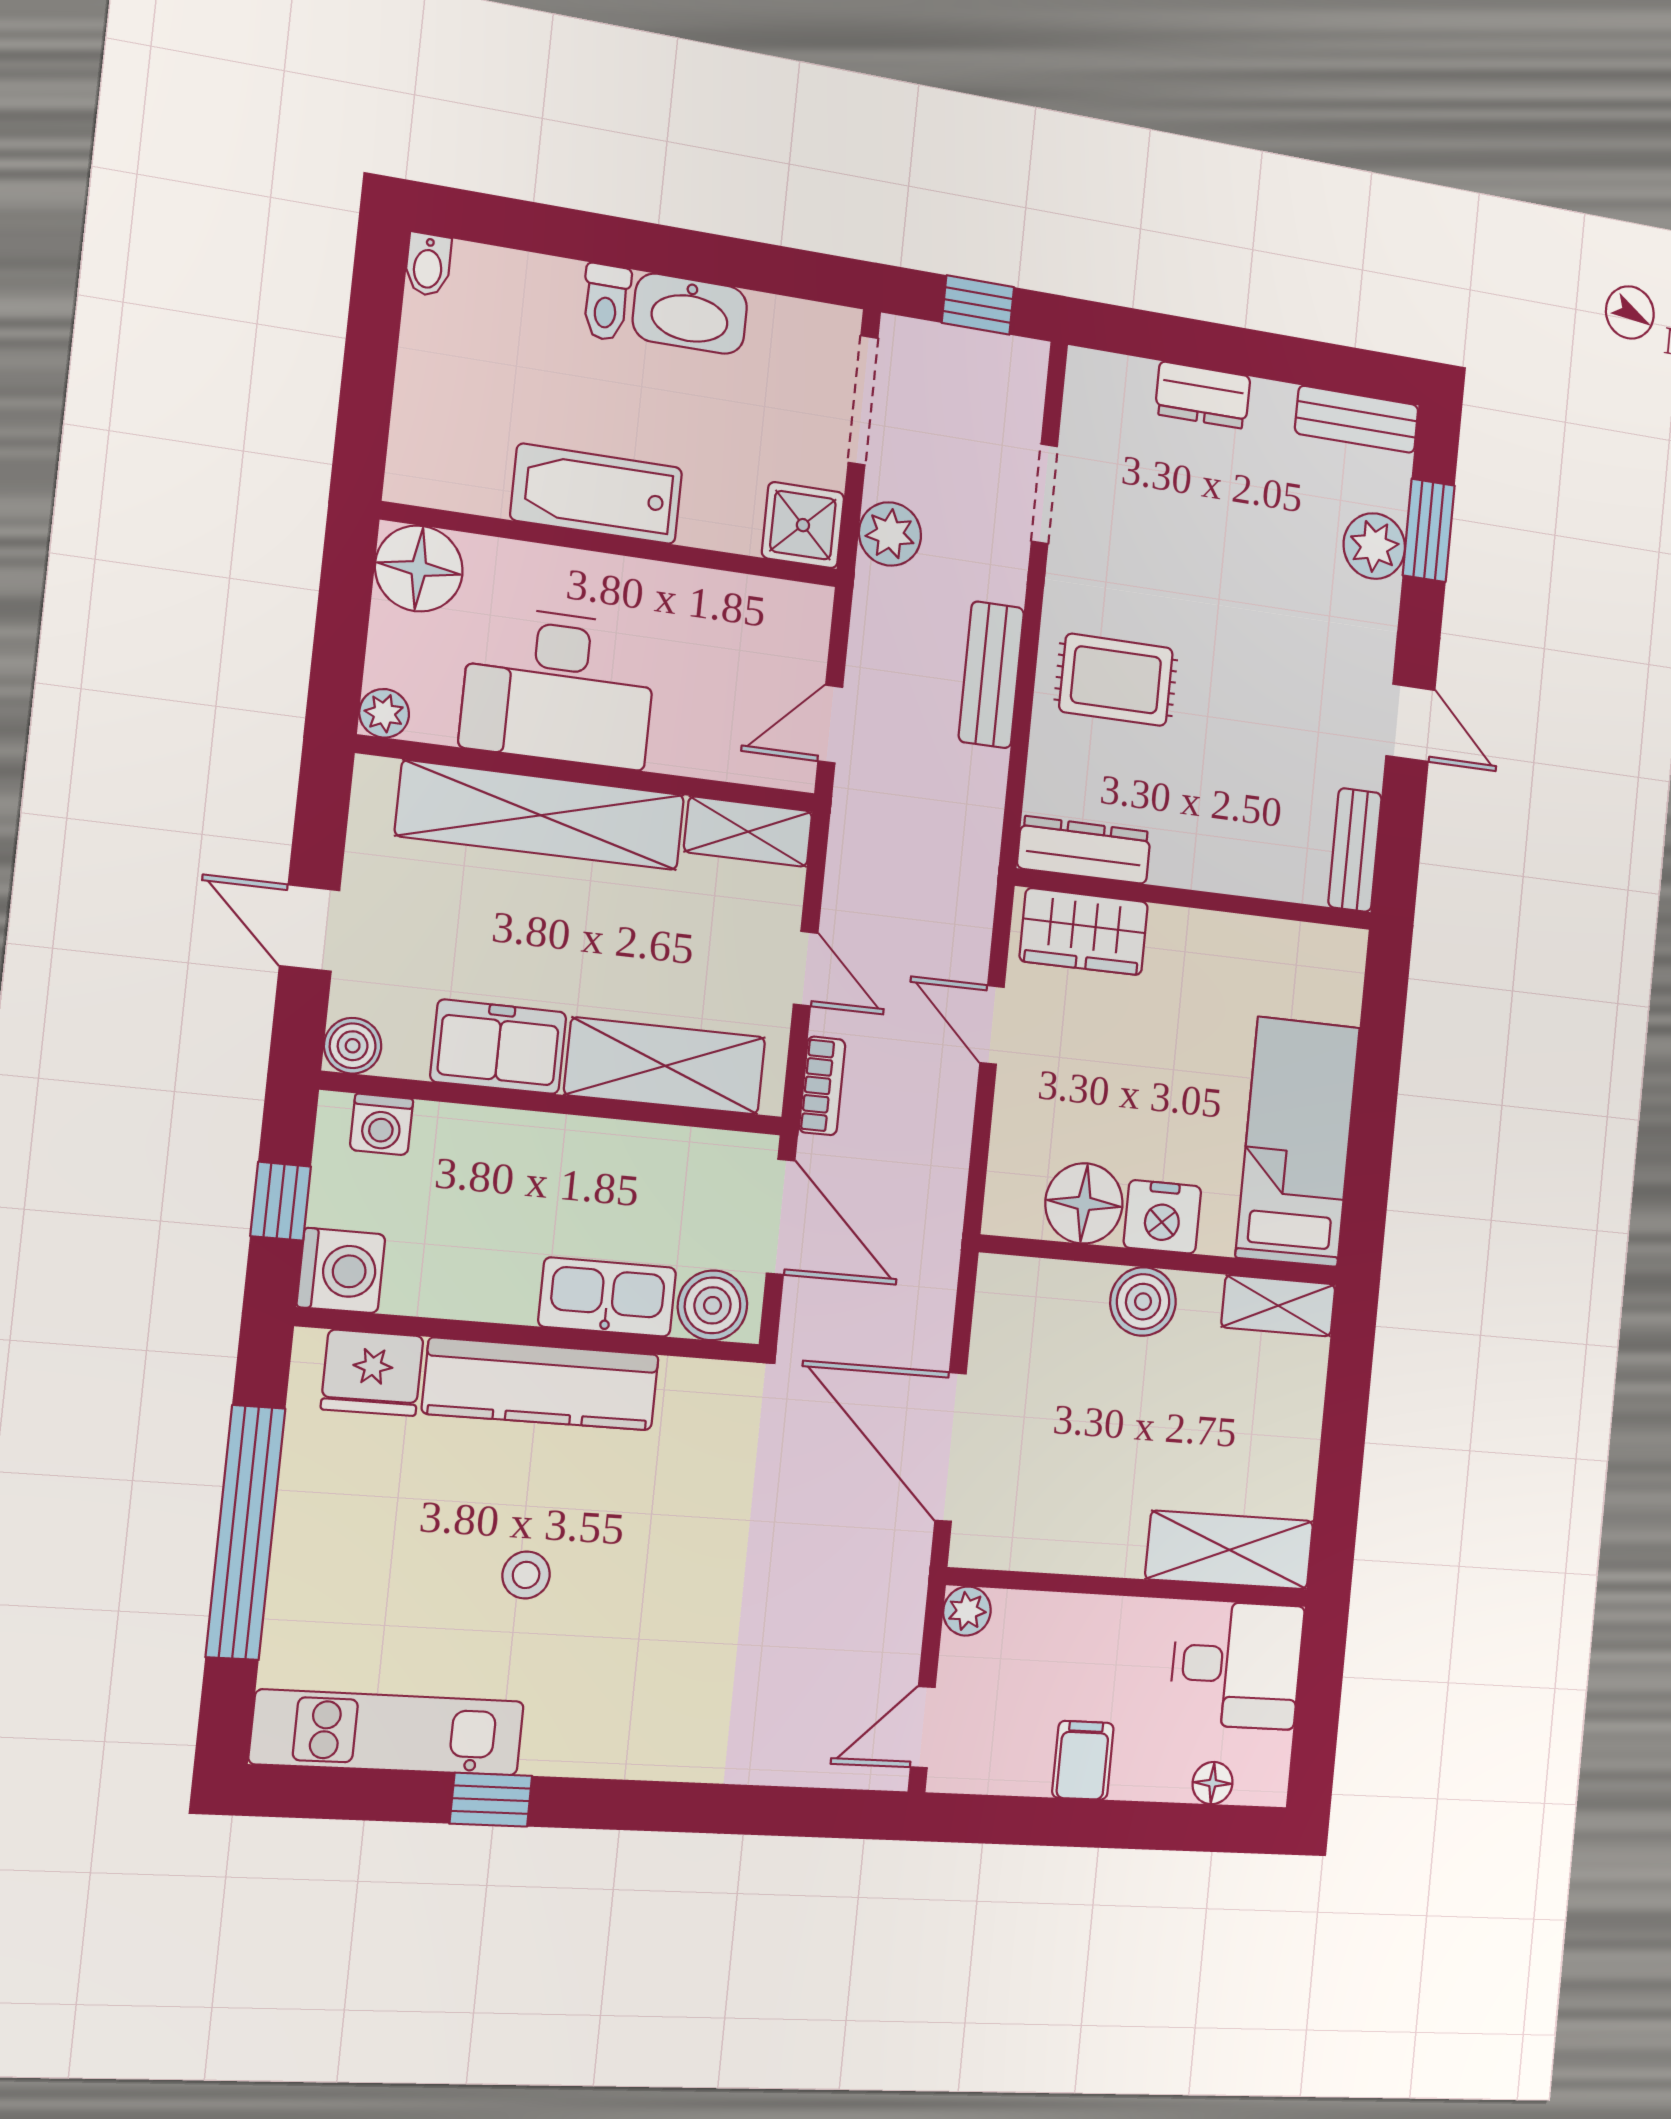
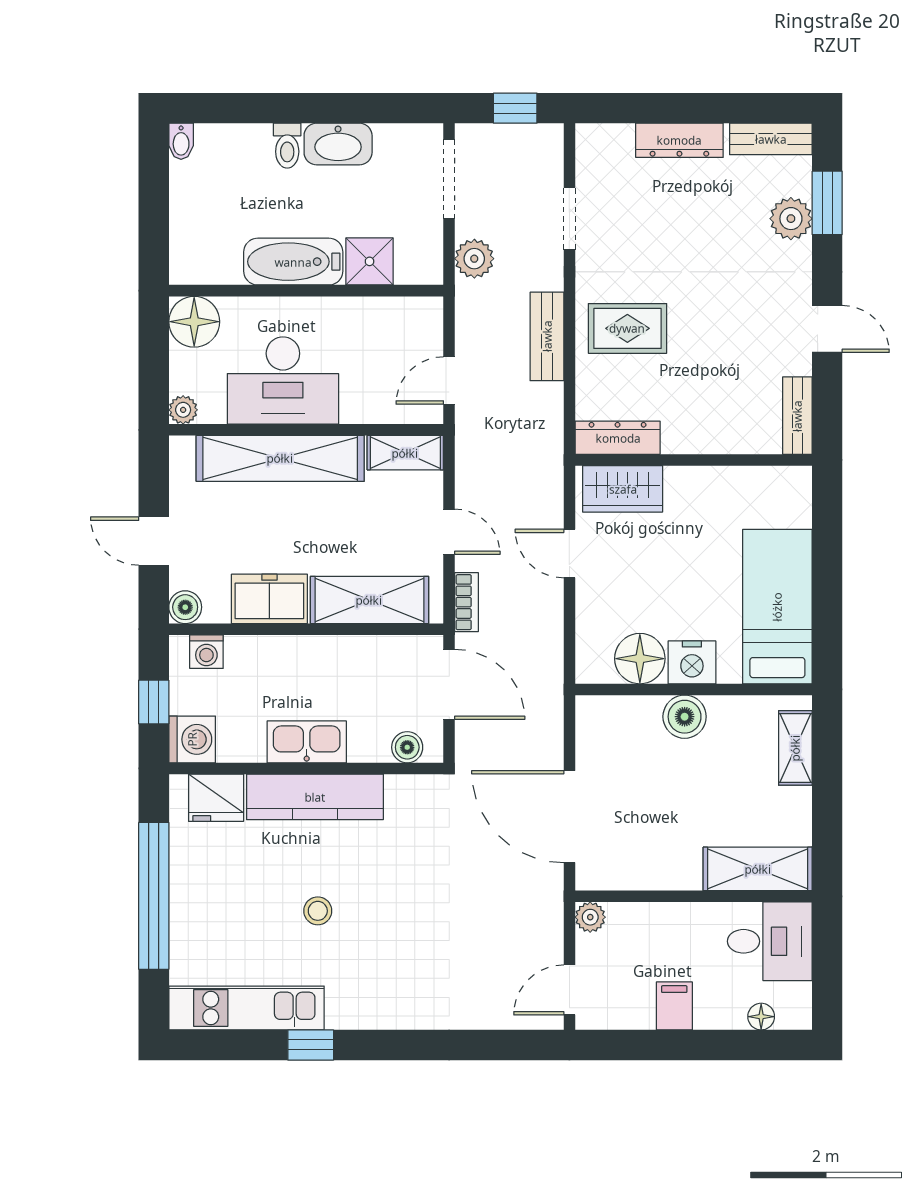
dresser: (1203, 395) -> (679, 140), width x1.44
shower: (803, 525) -> (370, 261), moved
kitchen sink: (607, 1297) -> (307, 742), moved
boiler: (712, 1305) -> (407, 747), width x0.73, depth x0.73
shelving: (1278, 1306) -> (795, 748), moved, turned 90

